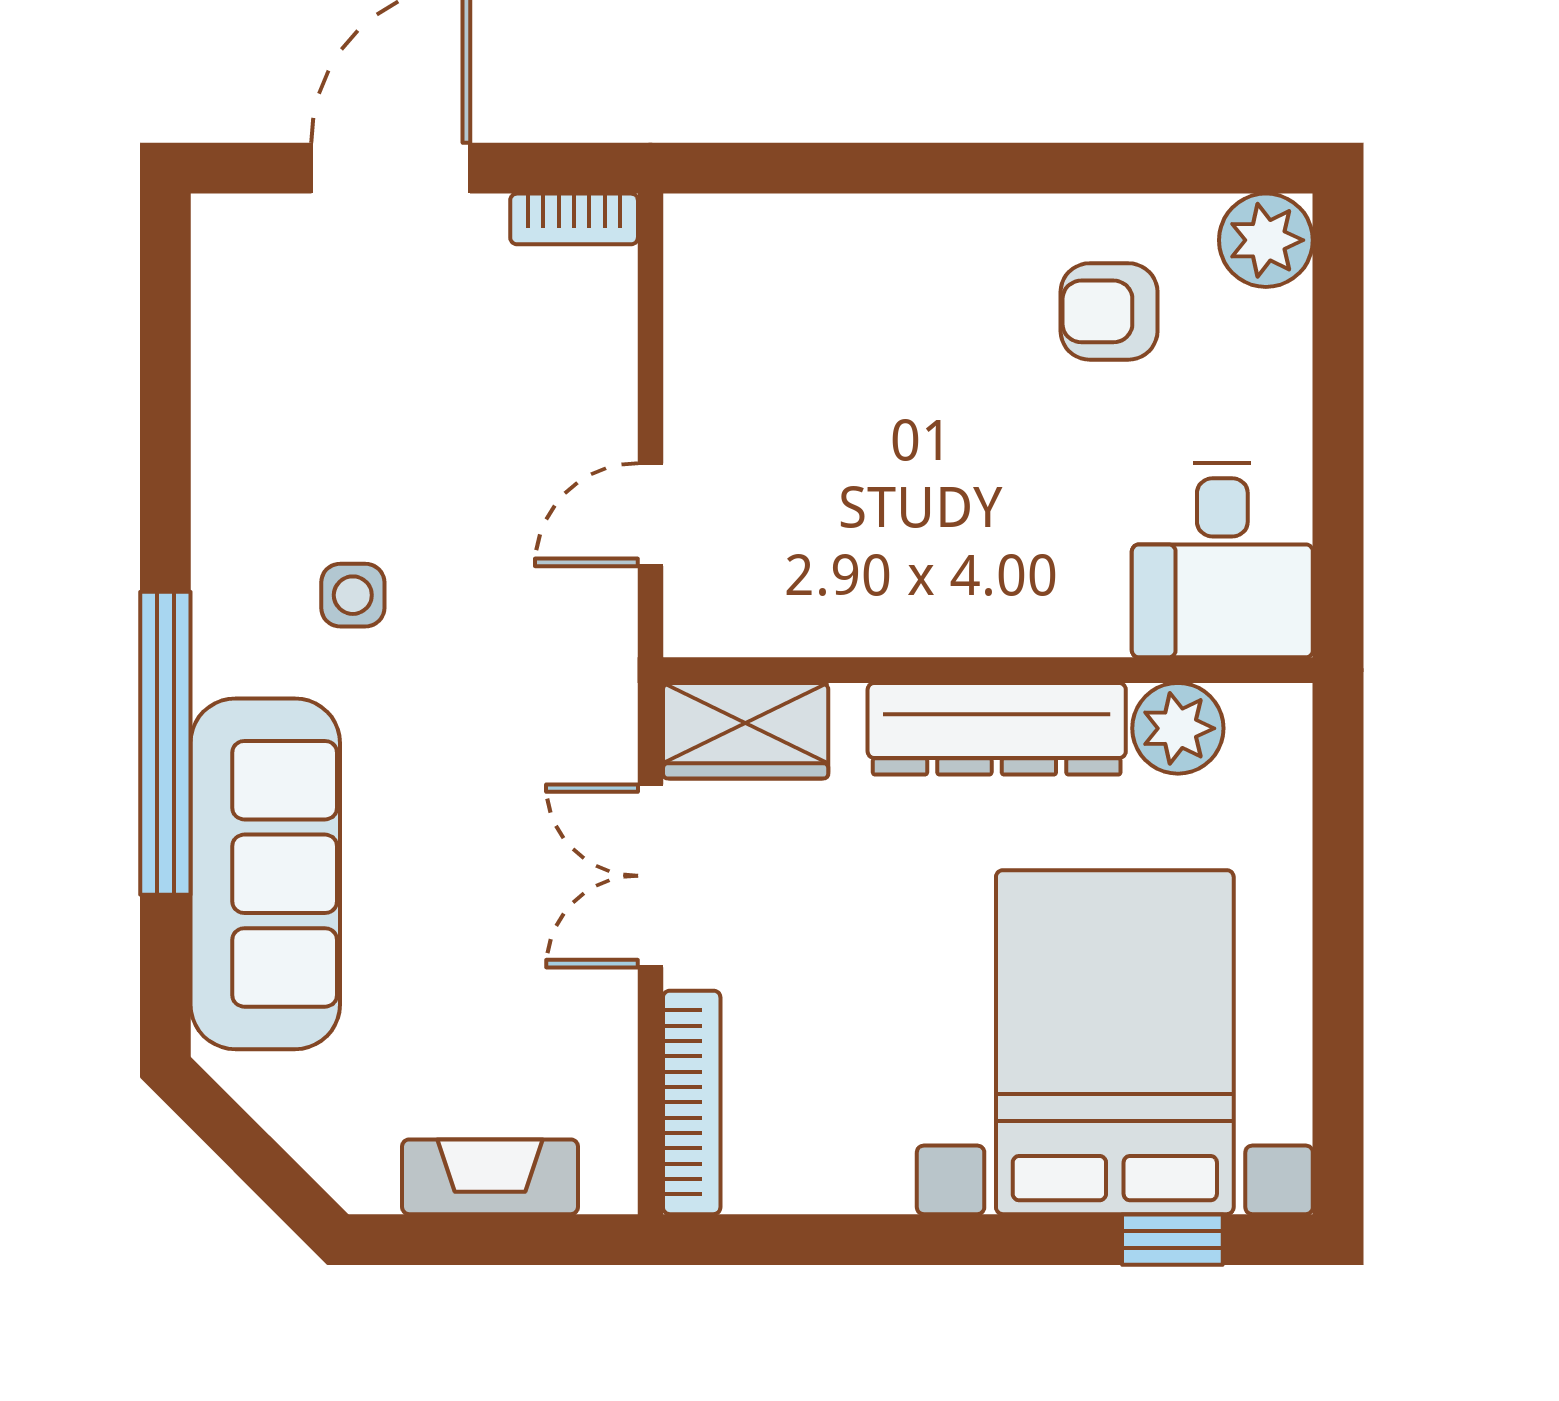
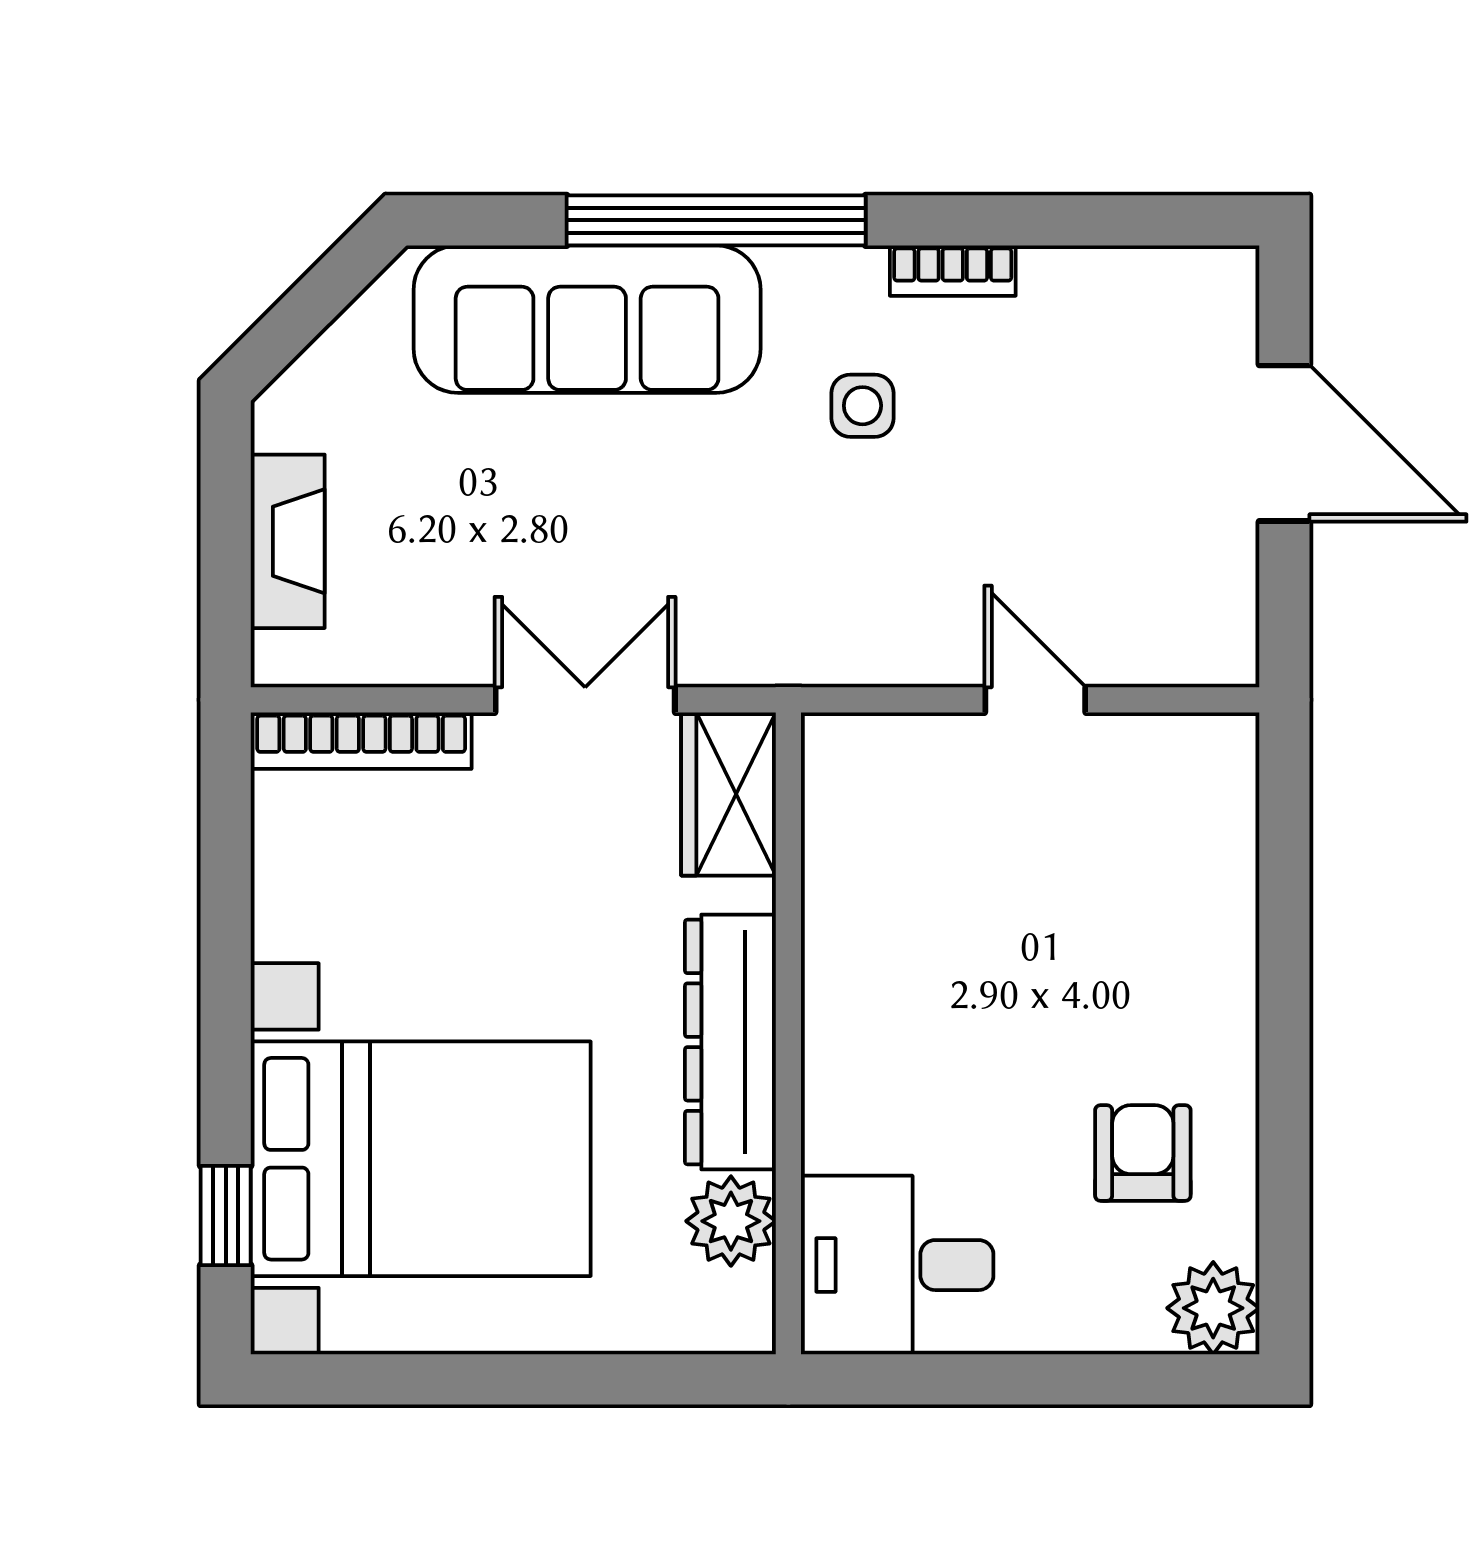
bookcase: (574, 219) -> (953, 271), moved, turned -90
door: (650, 515) -> (1035, 700), moved

